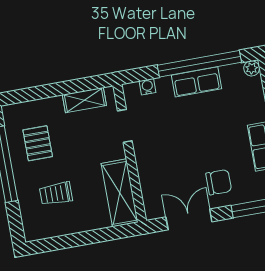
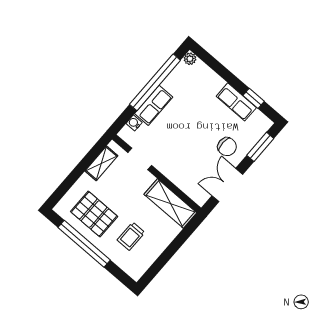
row of seats: (196, 82) -> (154, 105), moved
pallet: (38, 143) -> (94, 214), width x1.50, depth x1.42
chair: (219, 182) -> (227, 147), turned 90

